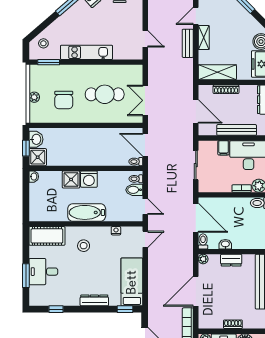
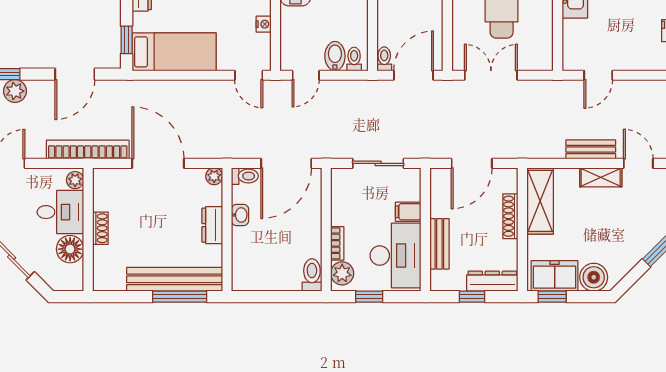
bench: (237, 130) -> (439, 244), width x0.73

